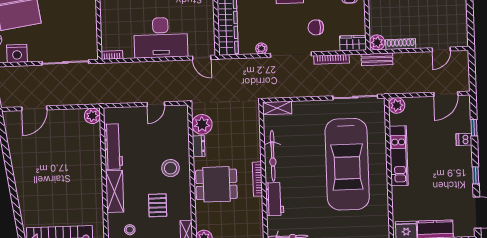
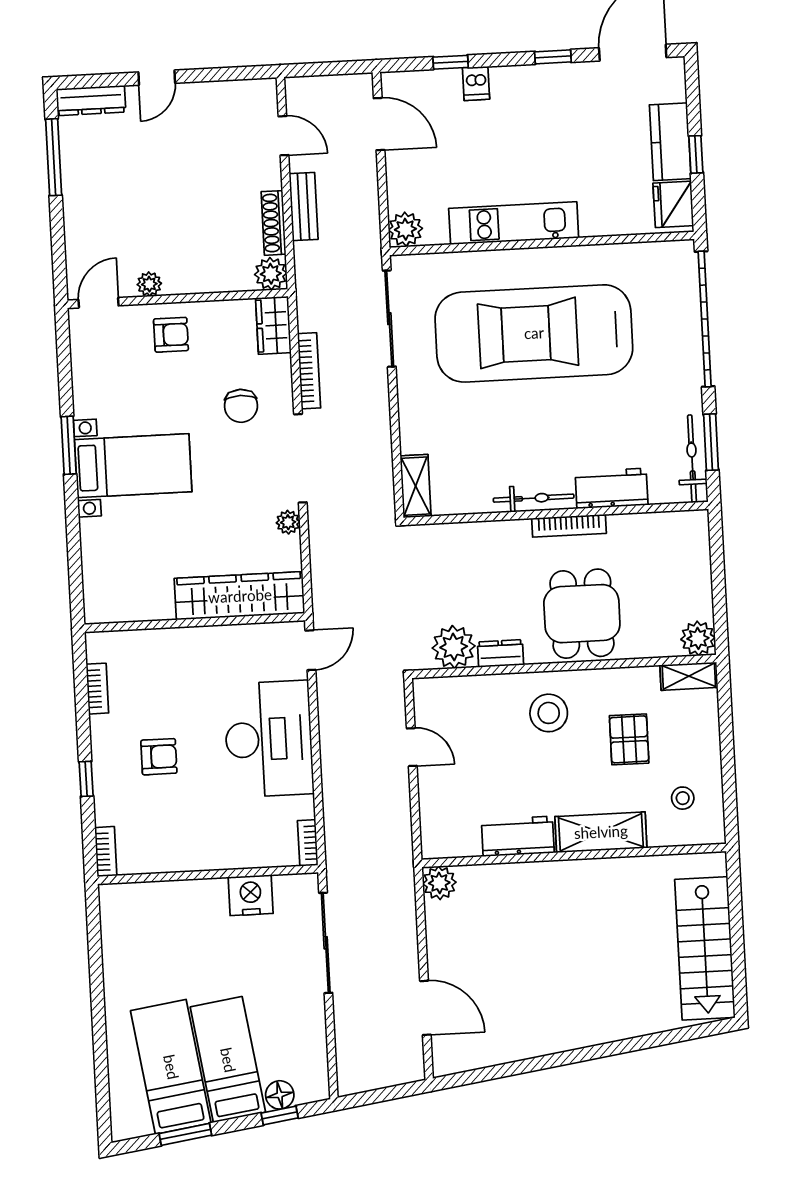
nightstand: (17, 53) -> (251, 895), moved, turned -90
bench: (377, 59) -> (304, 206), moved
workbench: (113, 146) -> (518, 836), width x0.73
bicycle: (273, 156) -> (534, 498), width x0.73, depth x0.71
car: (347, 164) -> (534, 333), turned 180
pallet: (158, 205) -> (629, 739), turned 90

